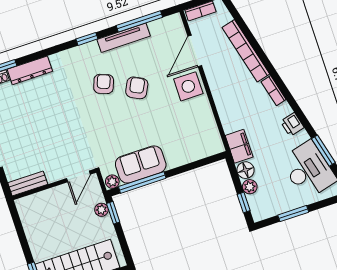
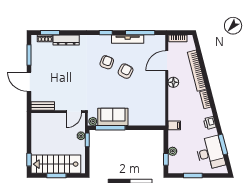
side table: (188, 86) -> (156, 80), removed
filing cabinet: (239, 146) -> (174, 125), width x0.50
floor lamp: (245, 170) -> (173, 82), moved

